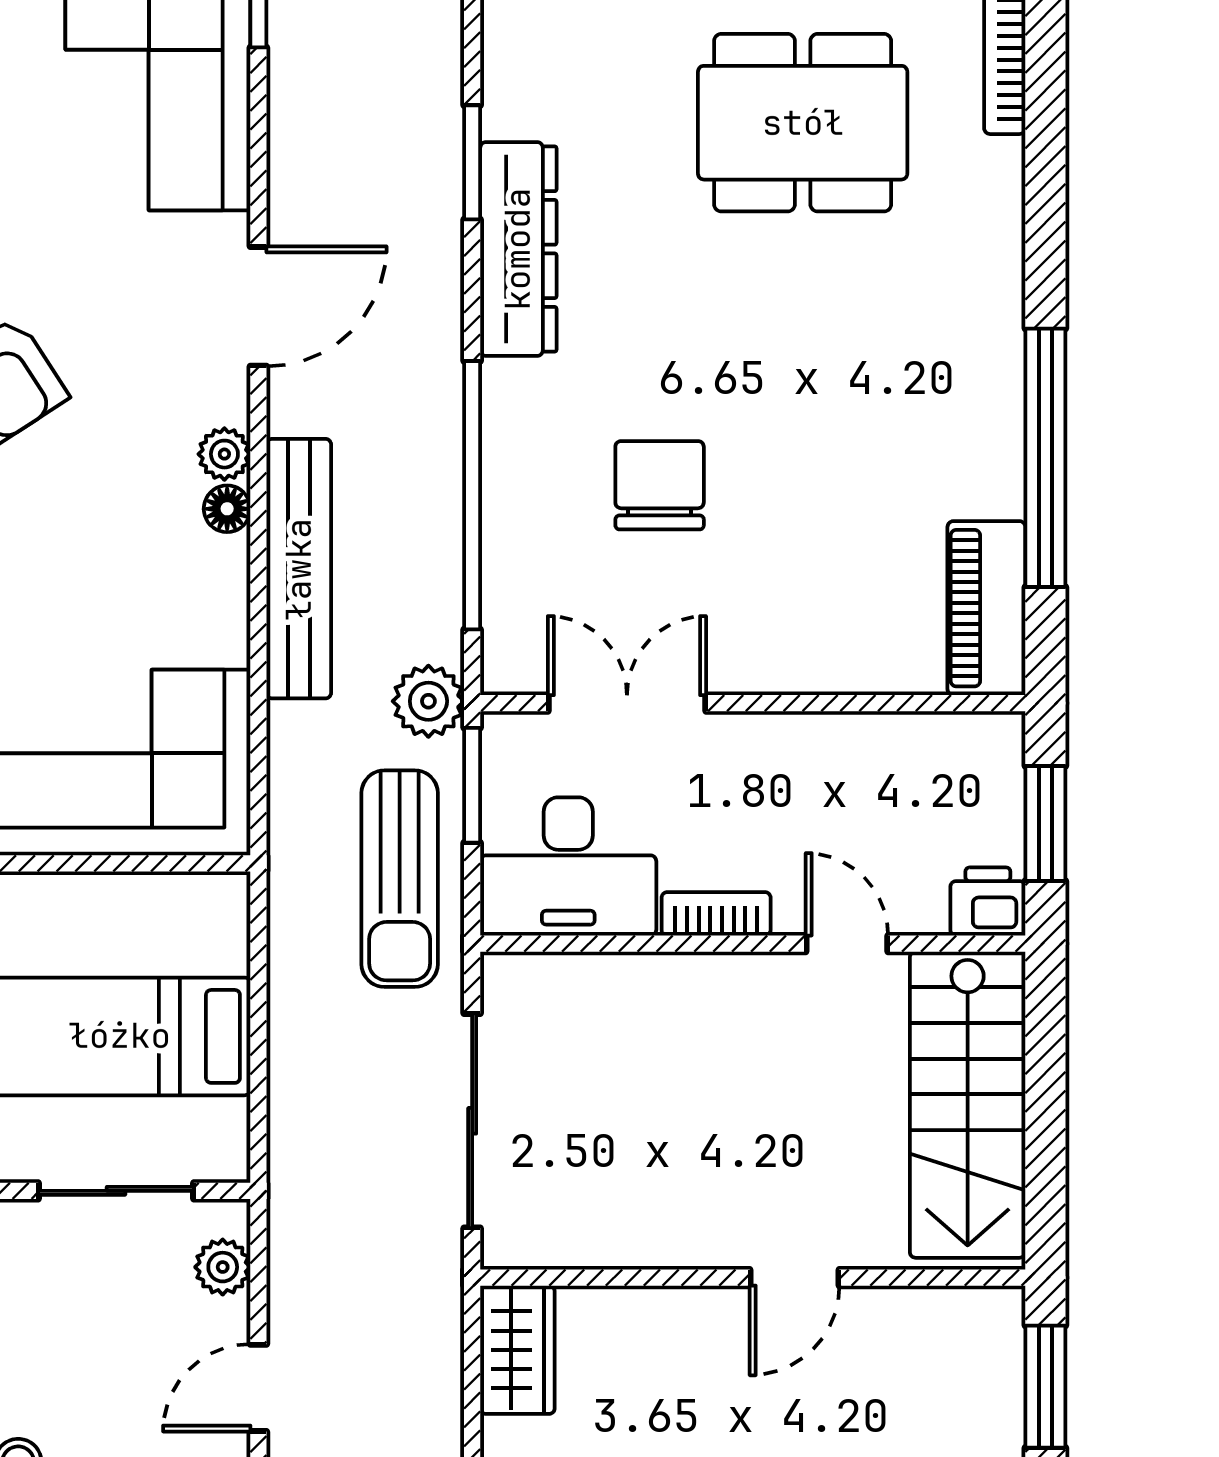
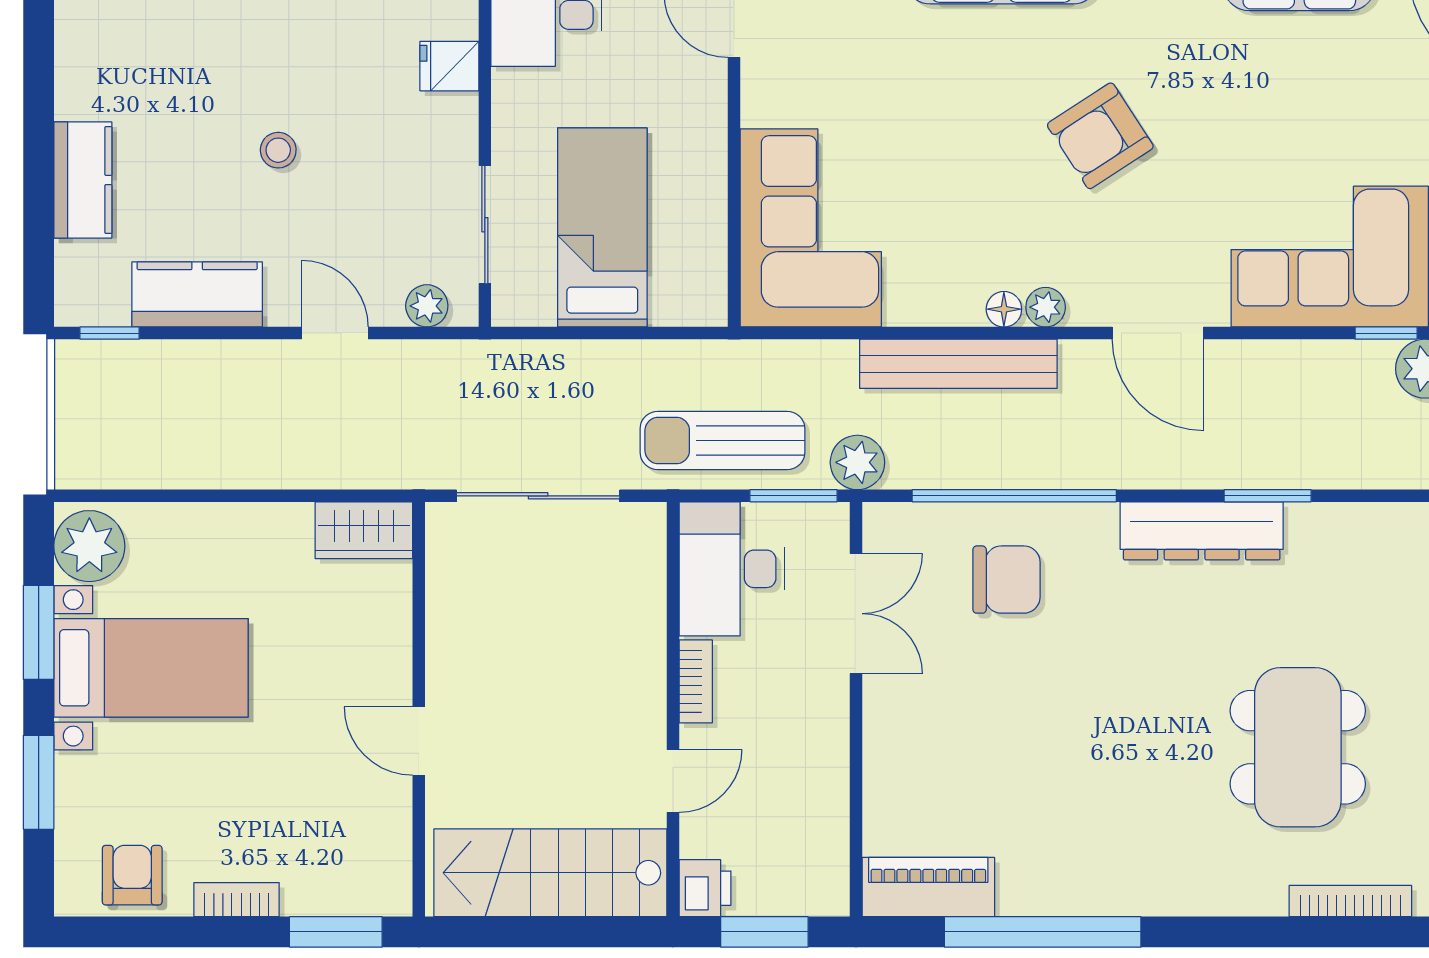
chair: (660, 485) -> (1006, 580), moved

